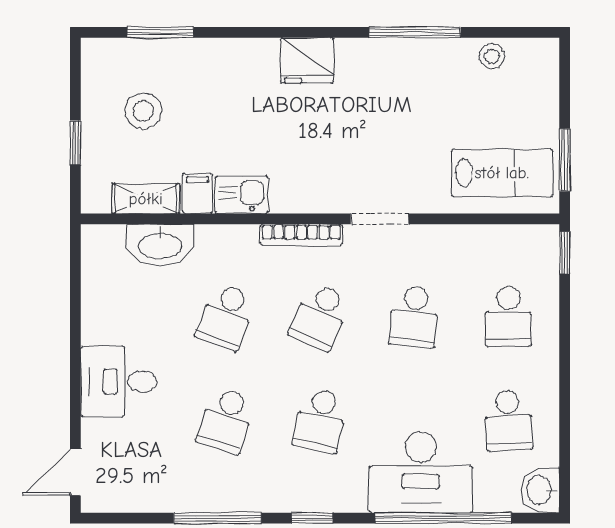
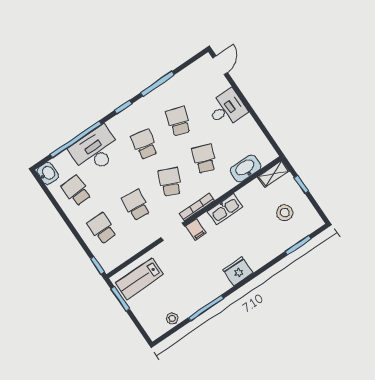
filing cabinet: (197, 194) -> (196, 230), moved
kitchen sink: (242, 195) -> (225, 209), width x1.38
shelving: (146, 199) -> (274, 174), moved

